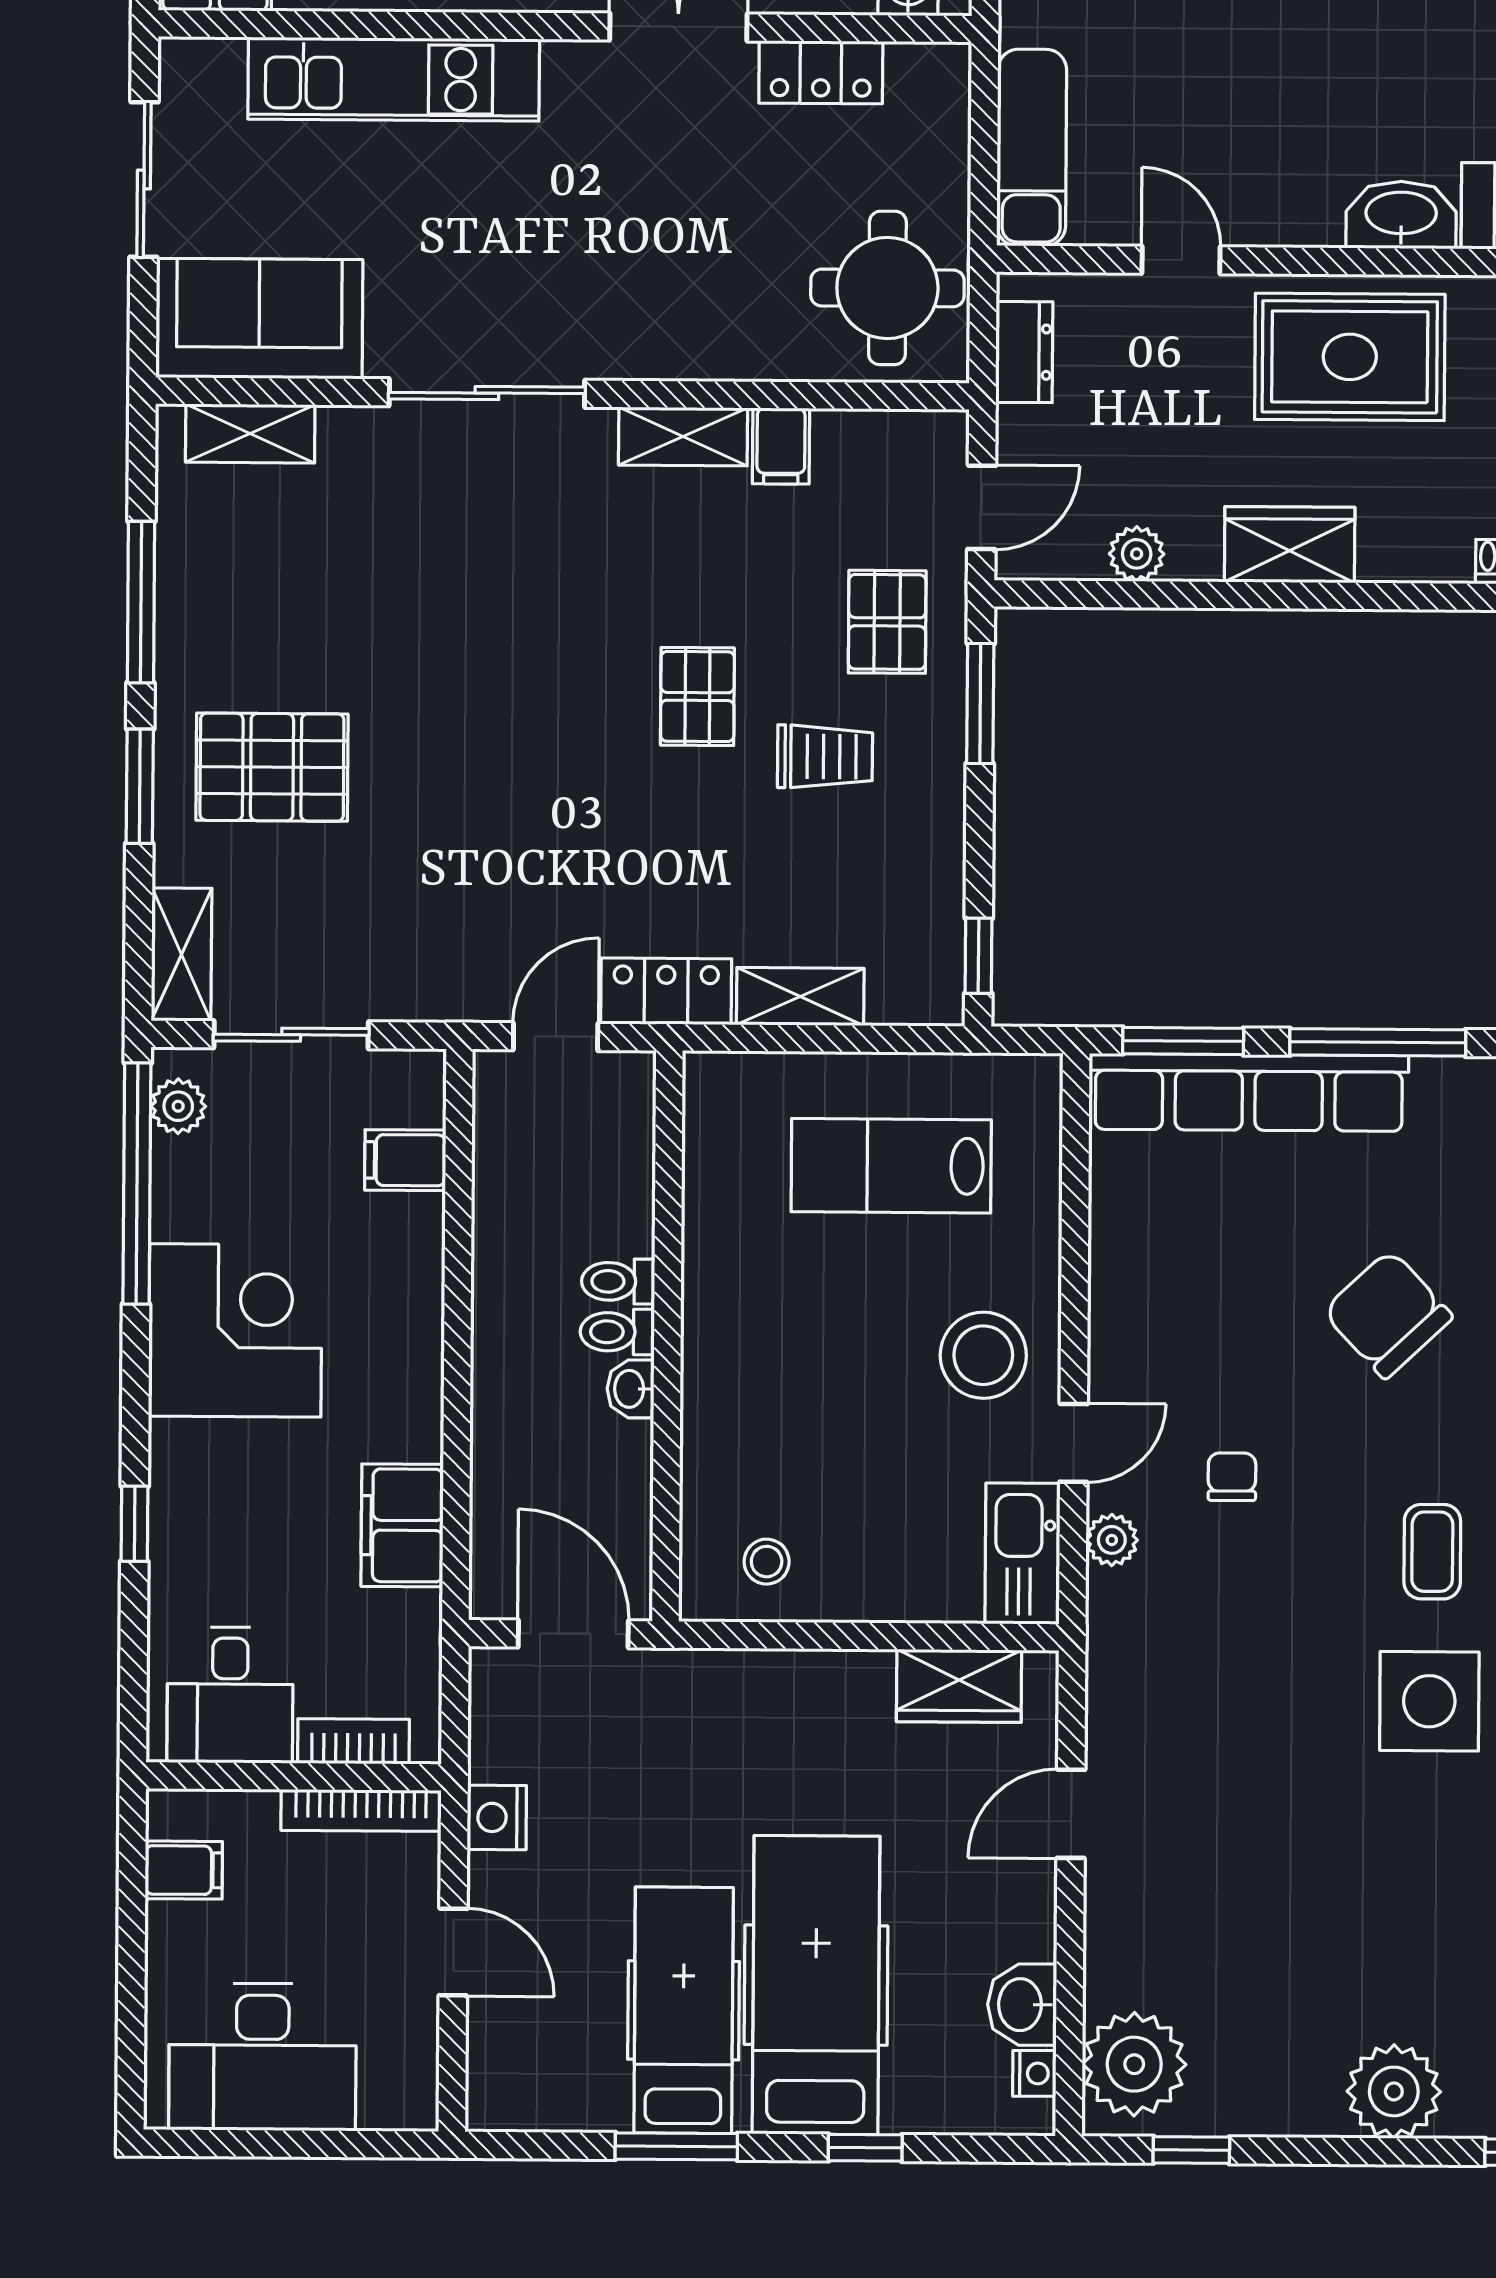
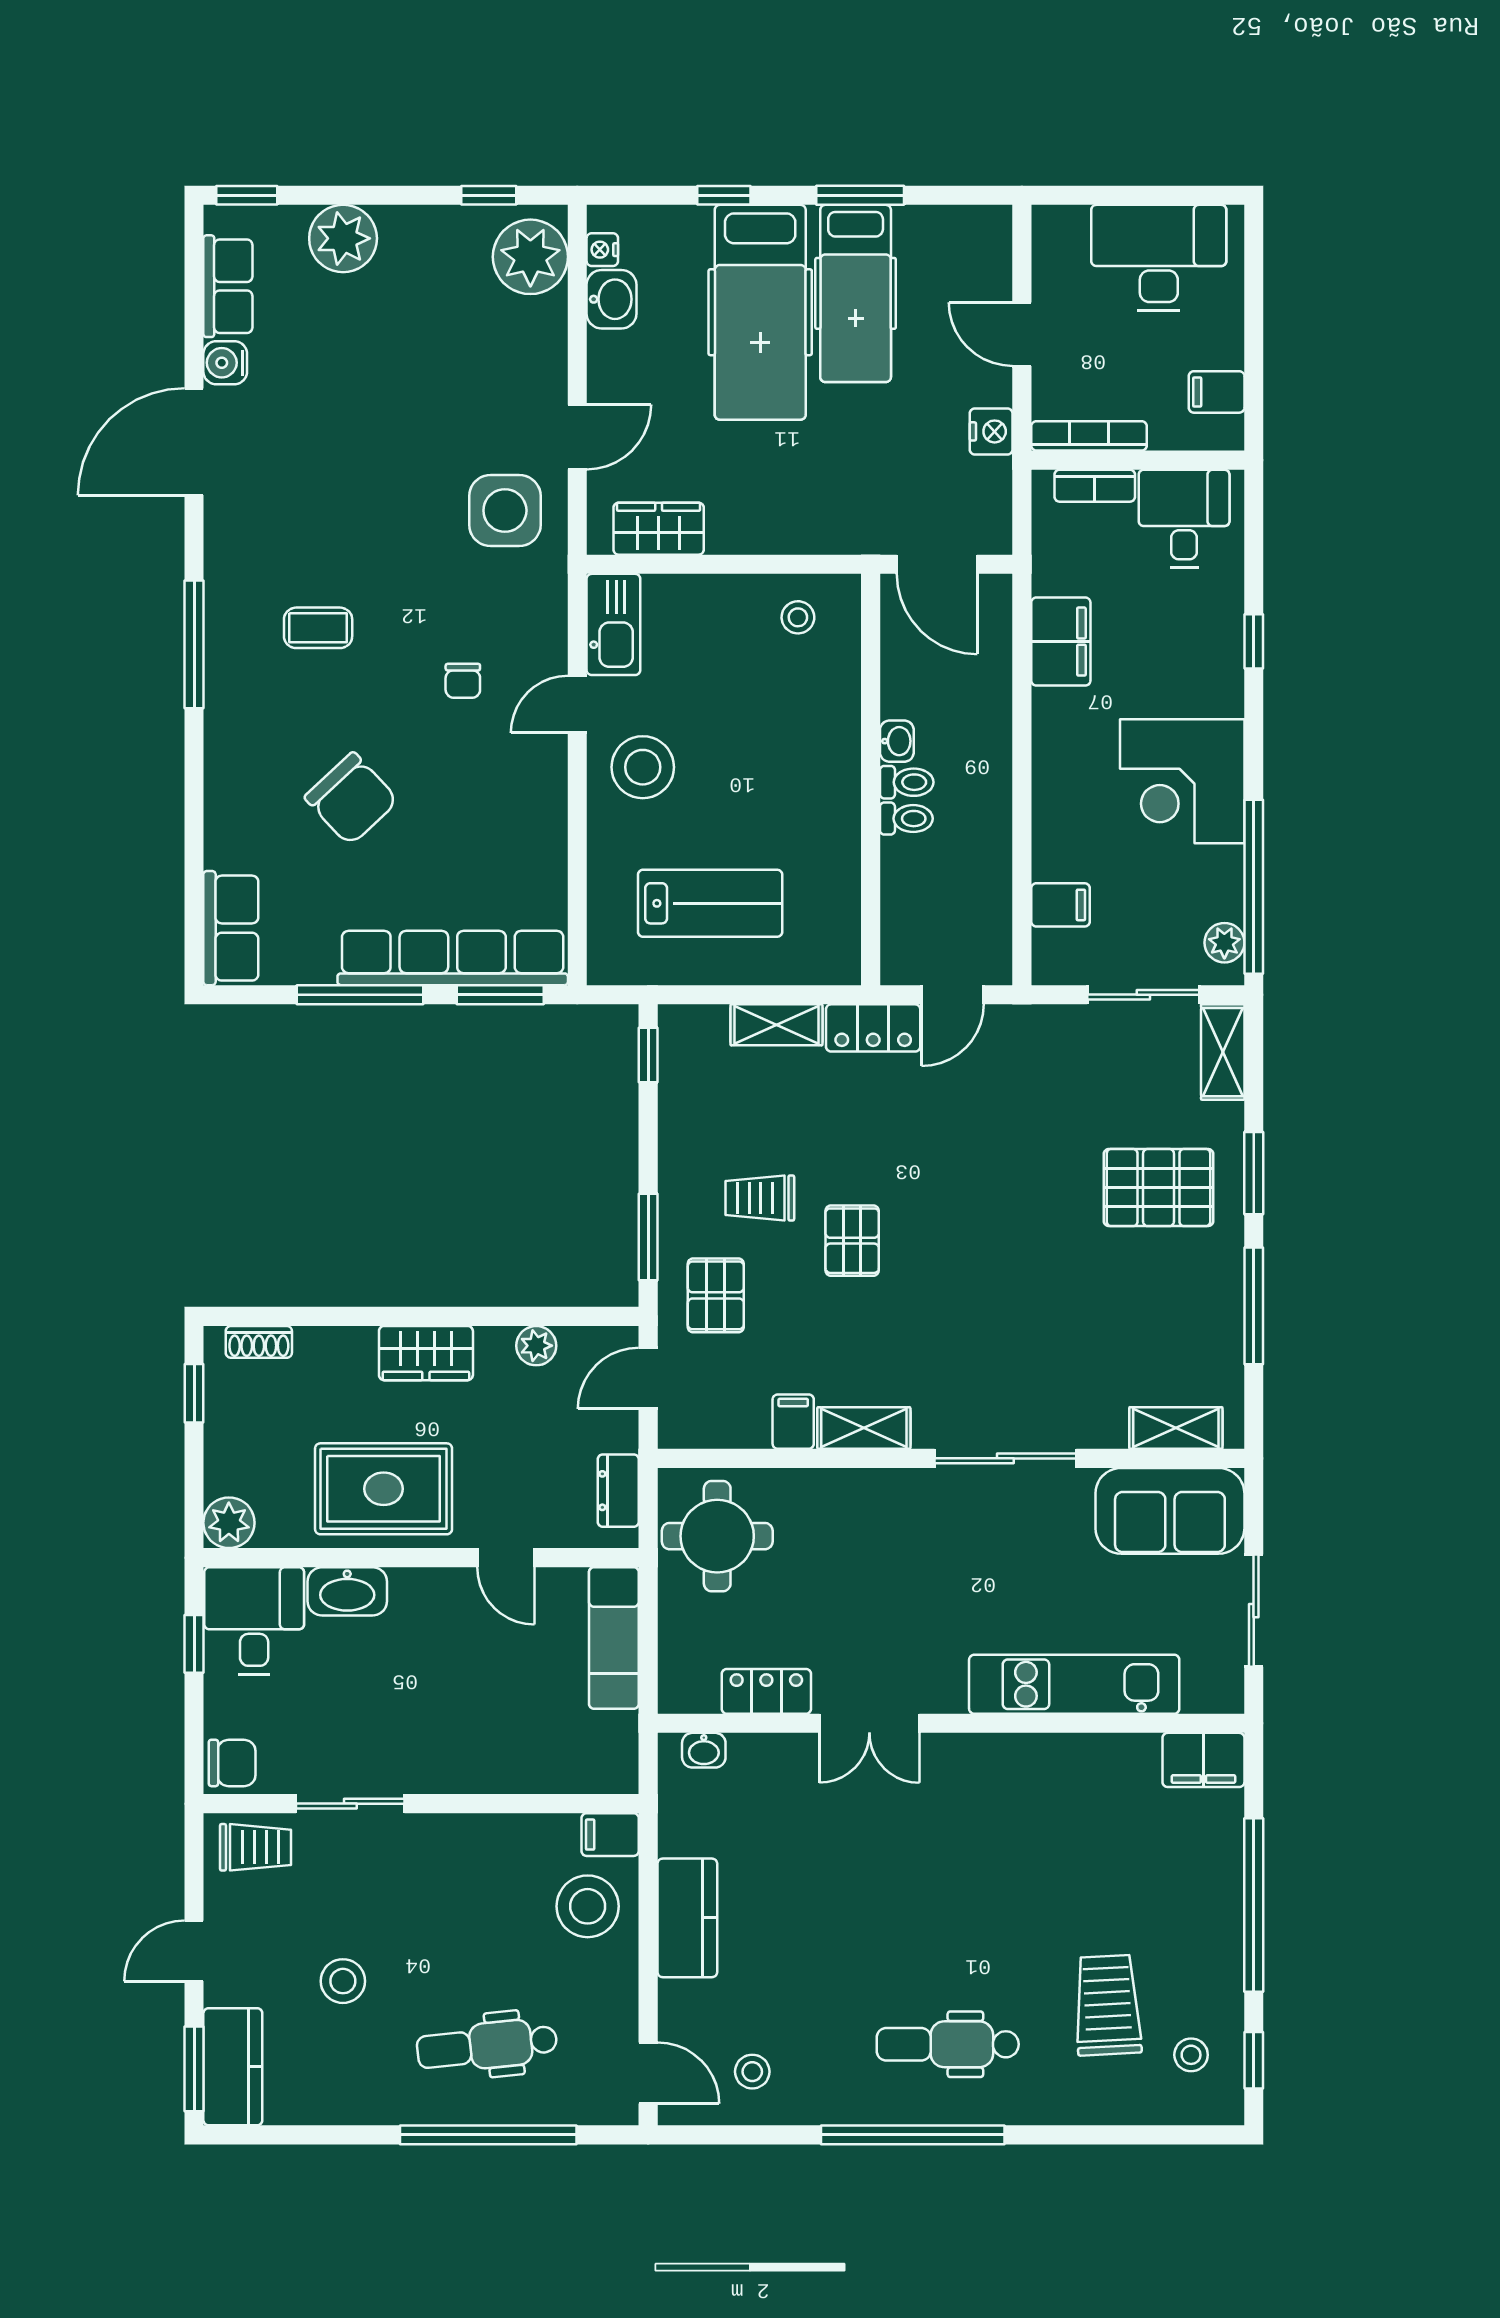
plant: (1112, 1540) -> (549, 635), removed
coffee table: (1432, 1552) -> (318, 628), turned 90
side table: (1429, 1701) -> (505, 510), moved

